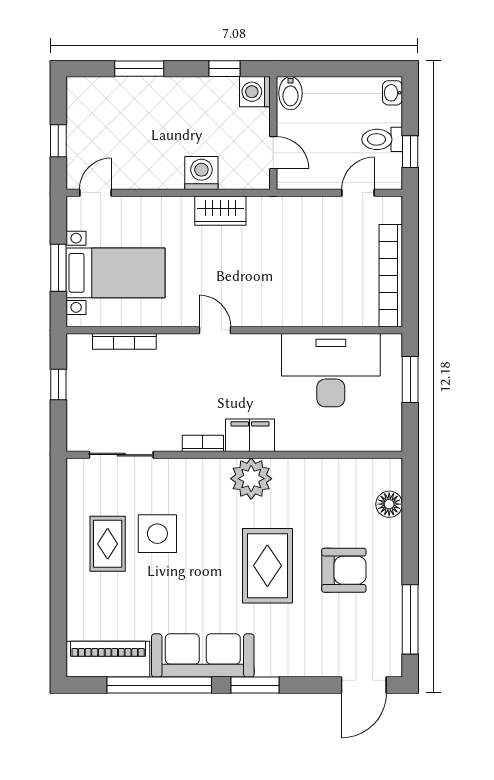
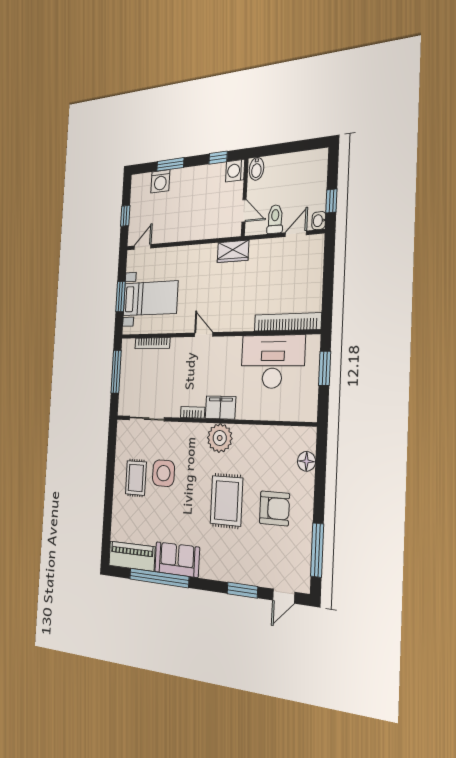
washbasin: (392, 93) -> (319, 221), moved
toilet: (382, 139) -> (275, 219), moved, turned 90
washing machine: (201, 173) -> (160, 181), moved, turned 180
wardrobe: (220, 211) -> (233, 251), moved
bookcase: (391, 276) -> (287, 322), moved, turned 90
window: (58, 384) -> (116, 372), width x2.17
sofa: (203, 655) -> (177, 560), width x0.73
window: (255, 685) -> (242, 590), moved
door: (364, 685) -> (284, 596), width x0.73

